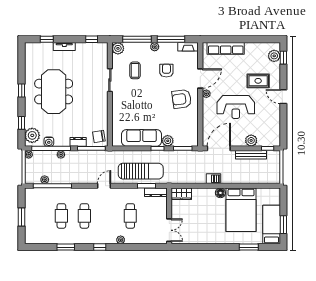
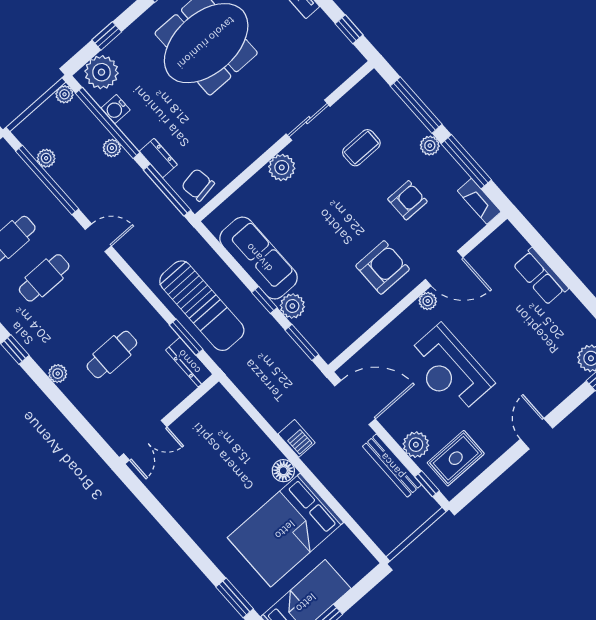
plant: (118, 48) -> (282, 167), moved
row of seats: (226, 48) -> (541, 276), width x0.68
rug: (258, 81) -> (456, 458), moved, turned 90
armchair: (182, 99) -> (383, 267), turned 98
door: (104, 186) -> (98, 238), moved
wardrobe: (181, 194) -> (224, 407), removed

